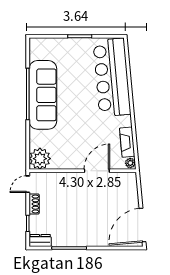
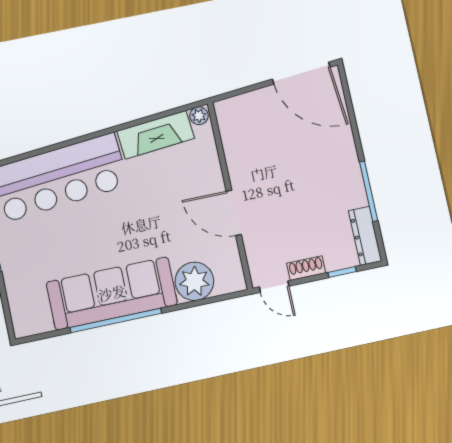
fireplace: (127, 142) -> (156, 135), width x1.37, depth x1.32
plant: (40, 159) -> (194, 281), moved
door: (97, 171) -> (234, 213), moved
dresser: (40, 241) -> (365, 236), width x1.44

